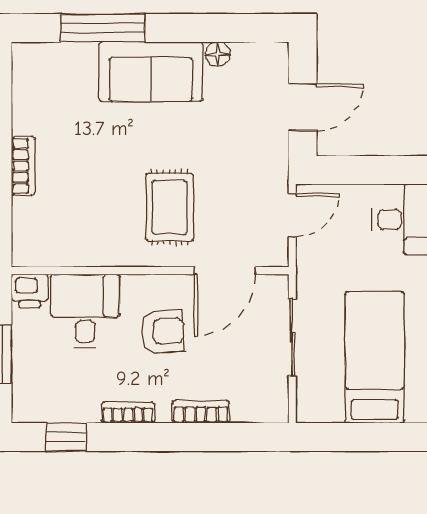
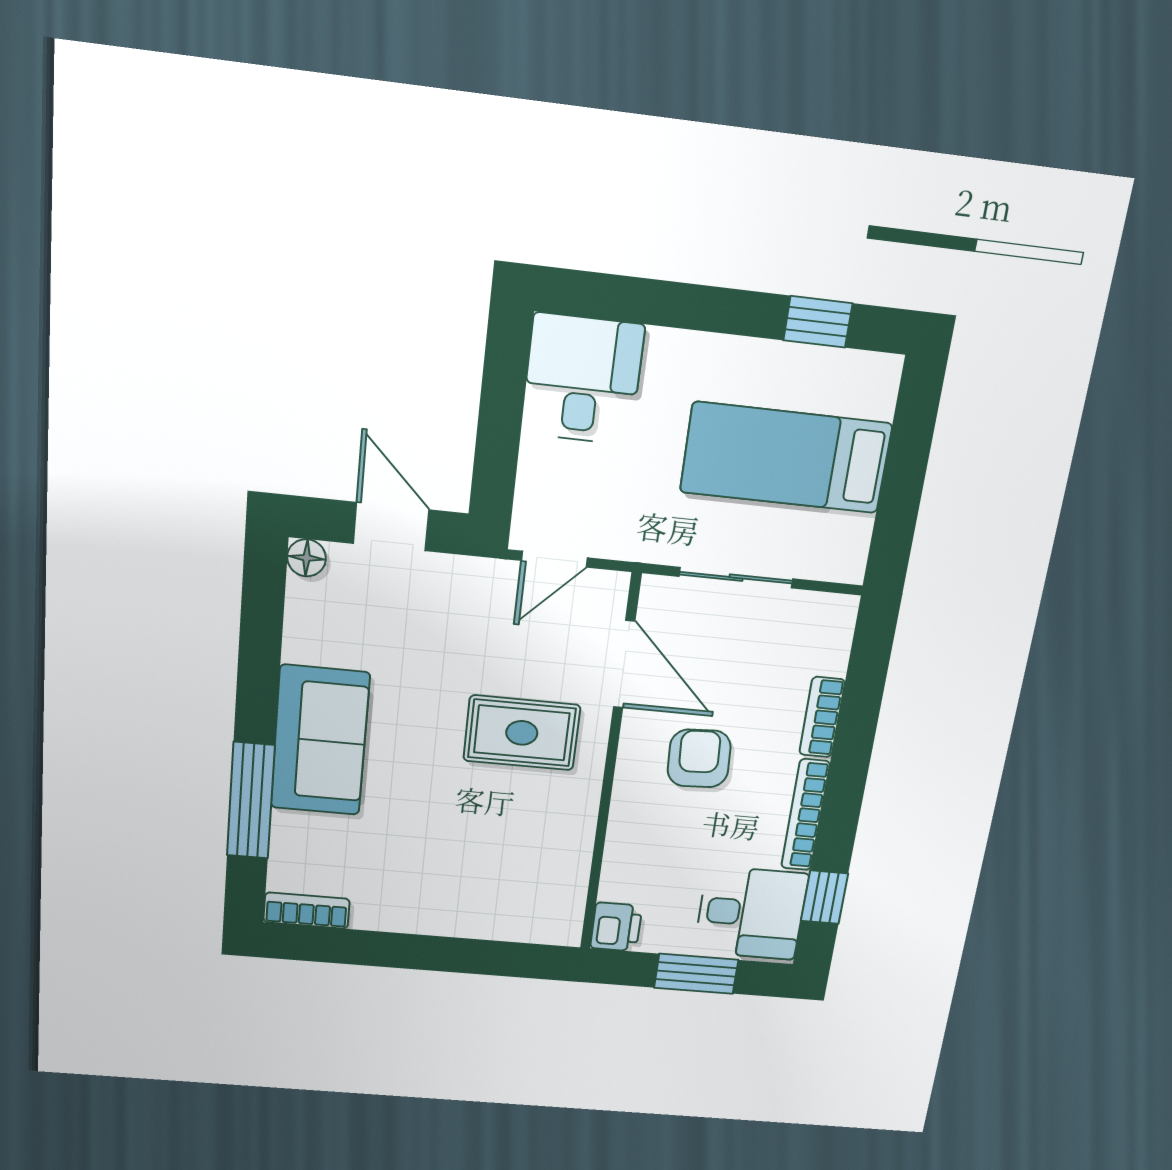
floor lamp: (218, 54) -> (307, 558), moved
bookcase: (23, 166) -> (307, 911), moved
door: (292, 215) -> (554, 559), swing flipped
desk: (85, 311) -> (751, 913), moved, turned 180
bookcase: (128, 413) -> (805, 815), width x1.56

